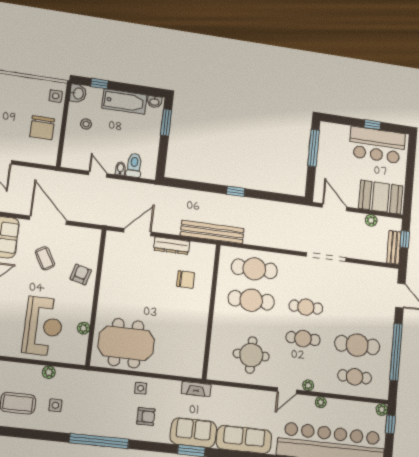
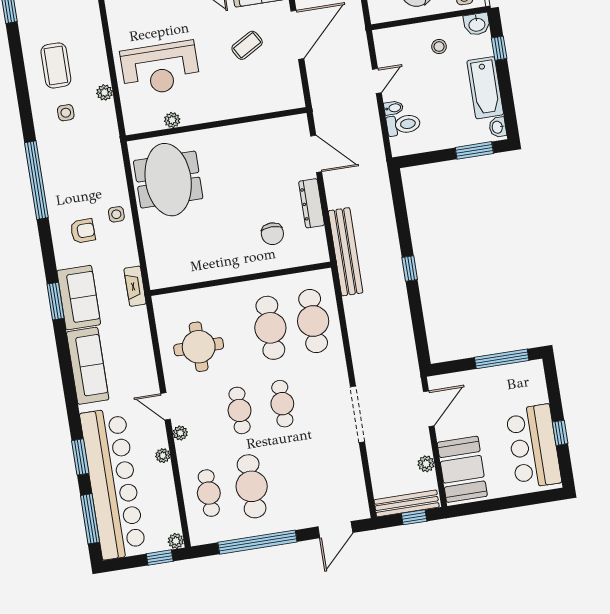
bench: (394, 247) -> (407, 503), width x1.36
armchair: (81, 274) -> (240, 97), removed
armchair: (146, 416) -> (83, 231), turned -91

